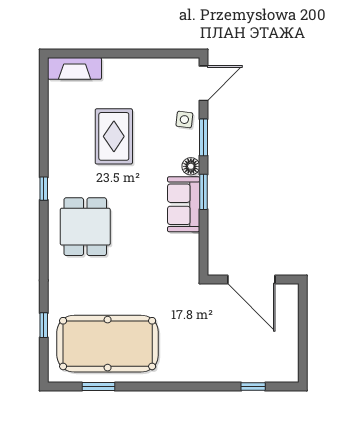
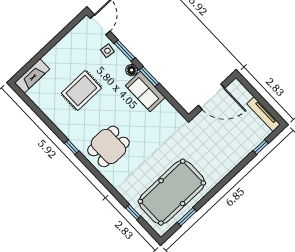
rug: (114, 136) -> (81, 91), turned 90
dining table: (85, 227) -> (108, 146), turned 90
tv unit: (291, 353) -> (264, 114), added

